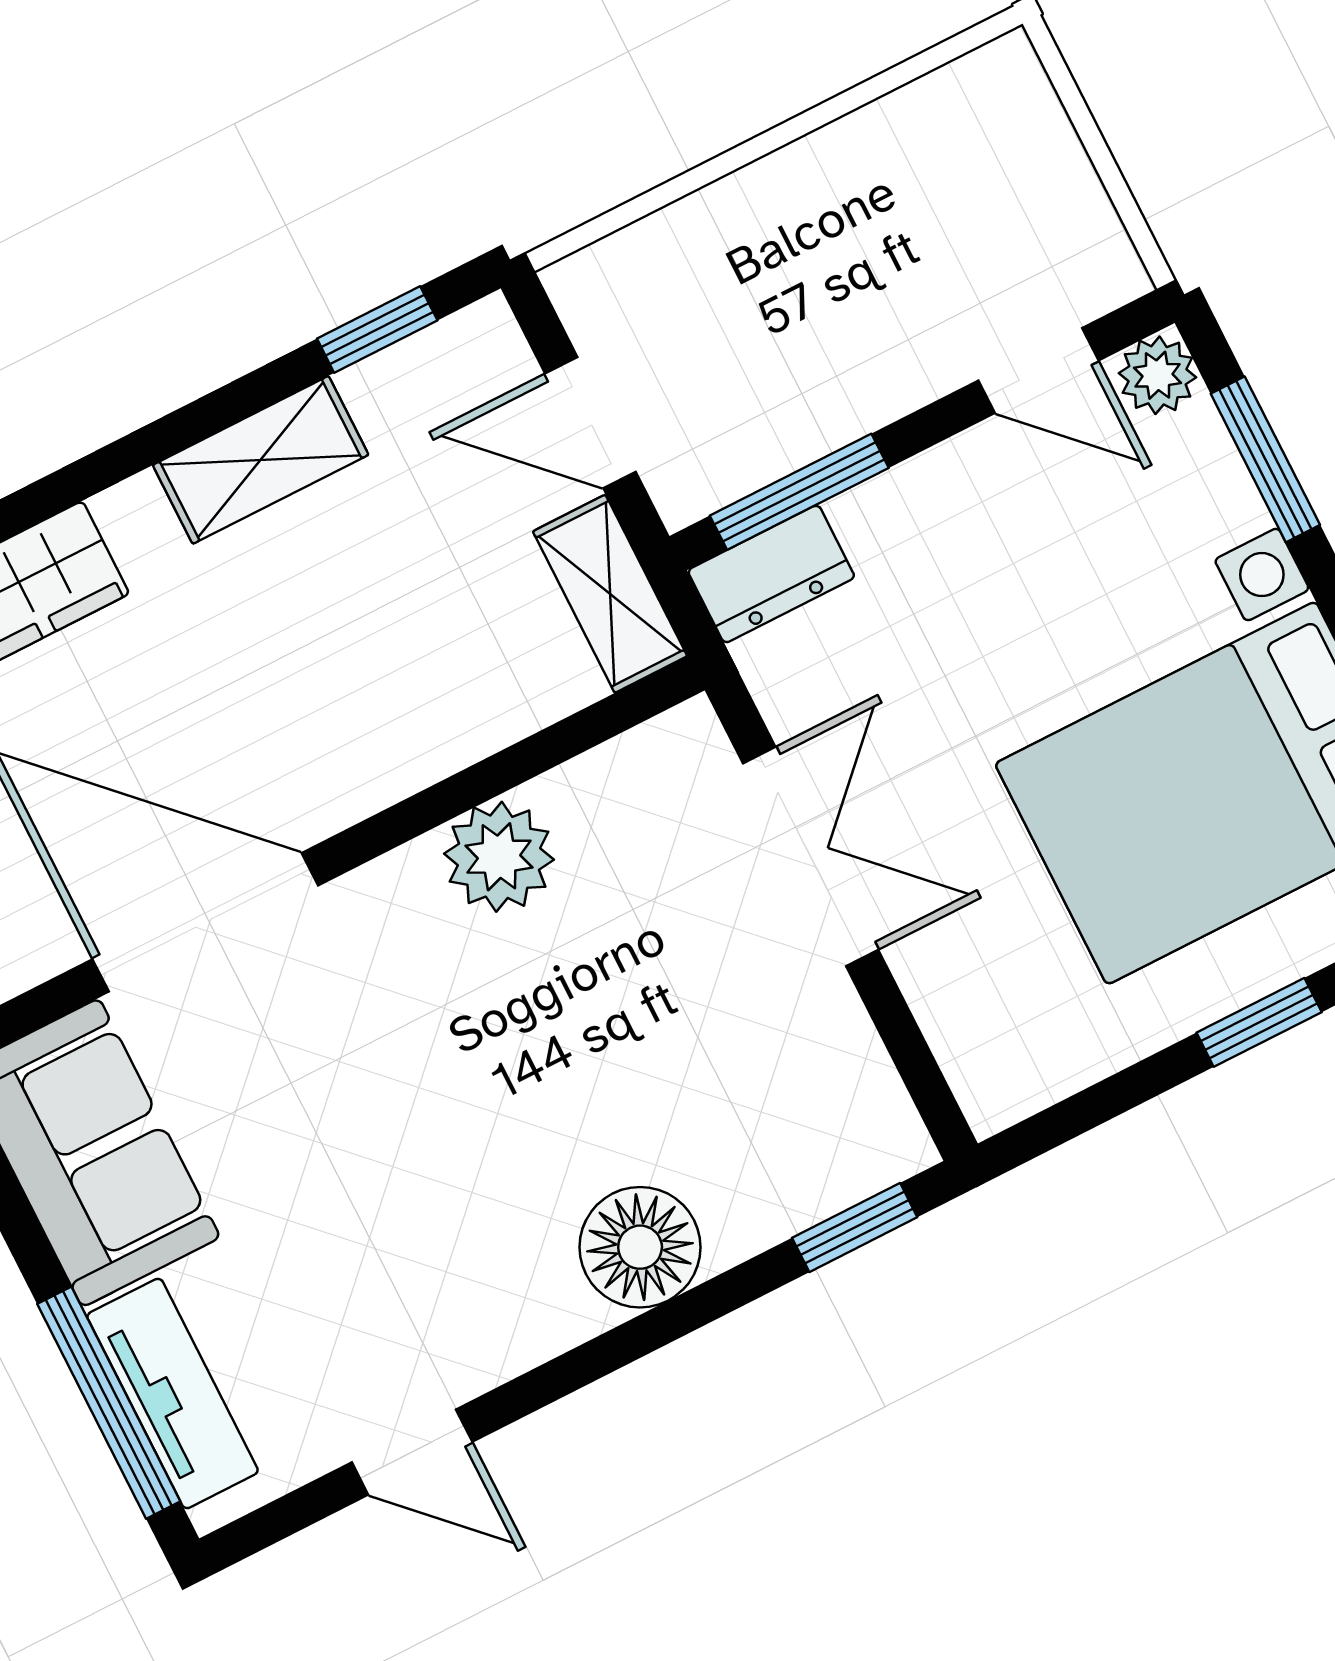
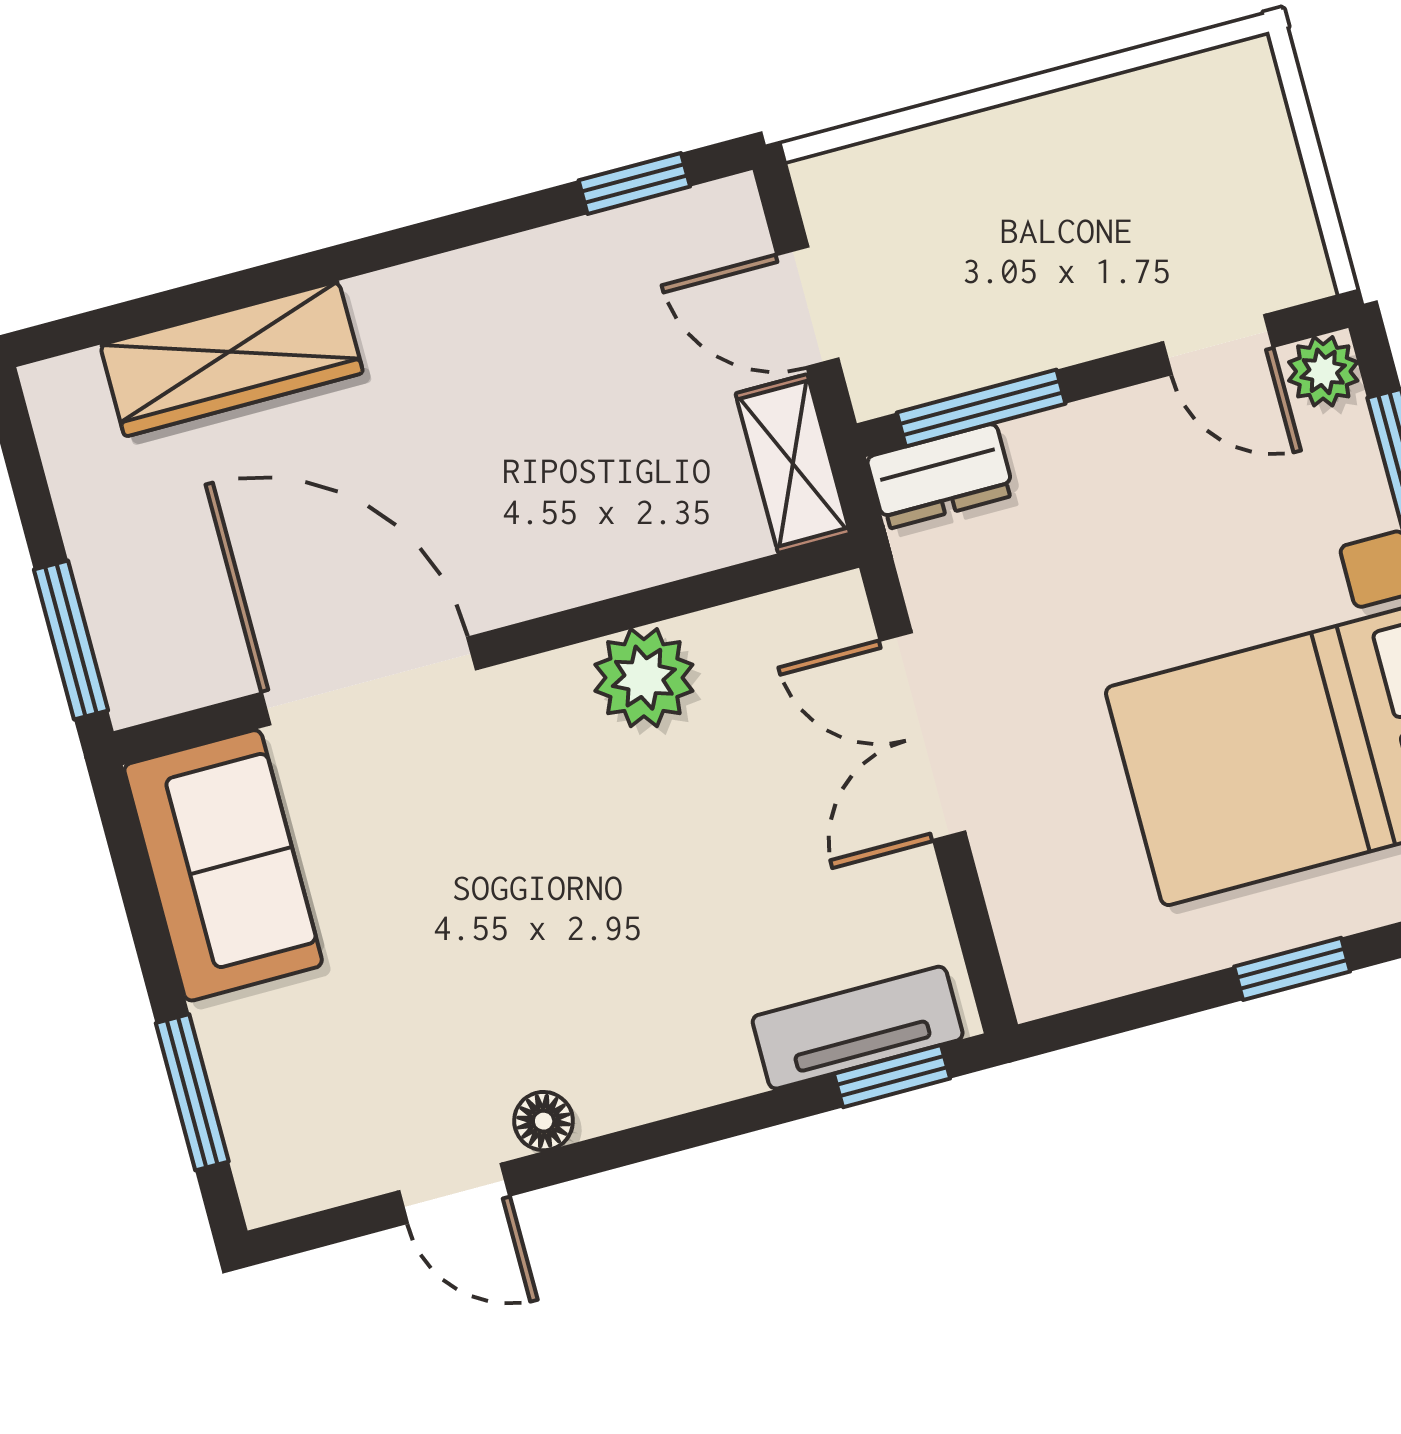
shelving: (261, 460) -> (506, 278), removed
double door: (811, 857) -> (923, 736), swing flipped
floor lamp: (640, 1247) -> (544, 1121), moved, width x0.53, depth x0.53
tv unit: (173, 1393) -> (858, 1028), moved, turned -90
window: (109, 1403) -> (192, 1092), width x0.69

